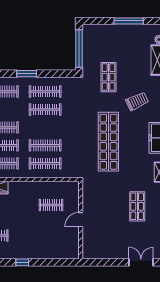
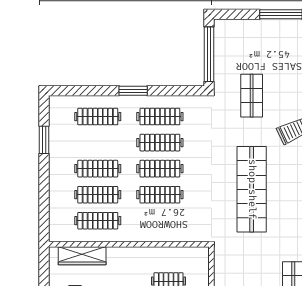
clothes rail: (45, 163) -> (160, 169), moved

